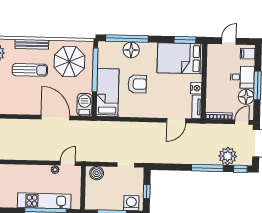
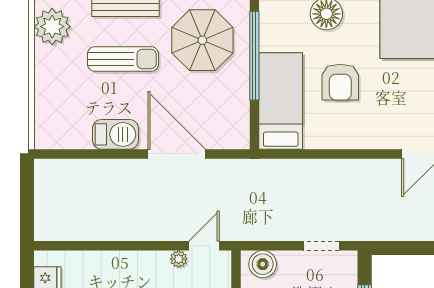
armchair: (137, 84) -> (340, 82), turned 90
barbecue: (84, 105) -> (115, 134), moved, turned 90

